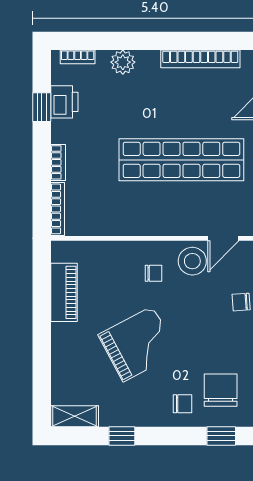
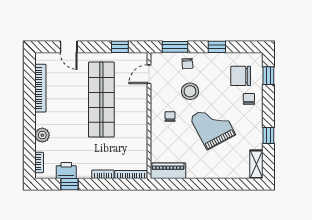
door: (223, 238) -> (149, 74), swing flipped
stool: (192, 261) -> (190, 91), moved
piano: (64, 292) -> (168, 171), moved

